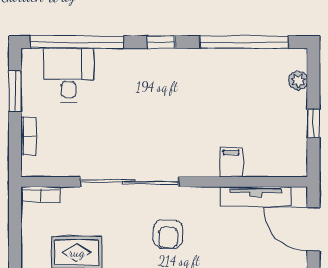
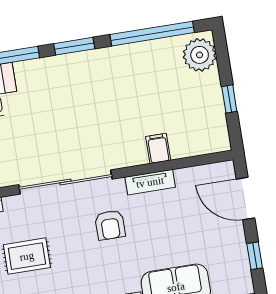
window: (161, 42) -> (74, 46), width x1.50
plant: (298, 81) -> (200, 55), width x1.88, depth x1.88
tv unit: (256, 196) -> (150, 182), moved, width x0.71

